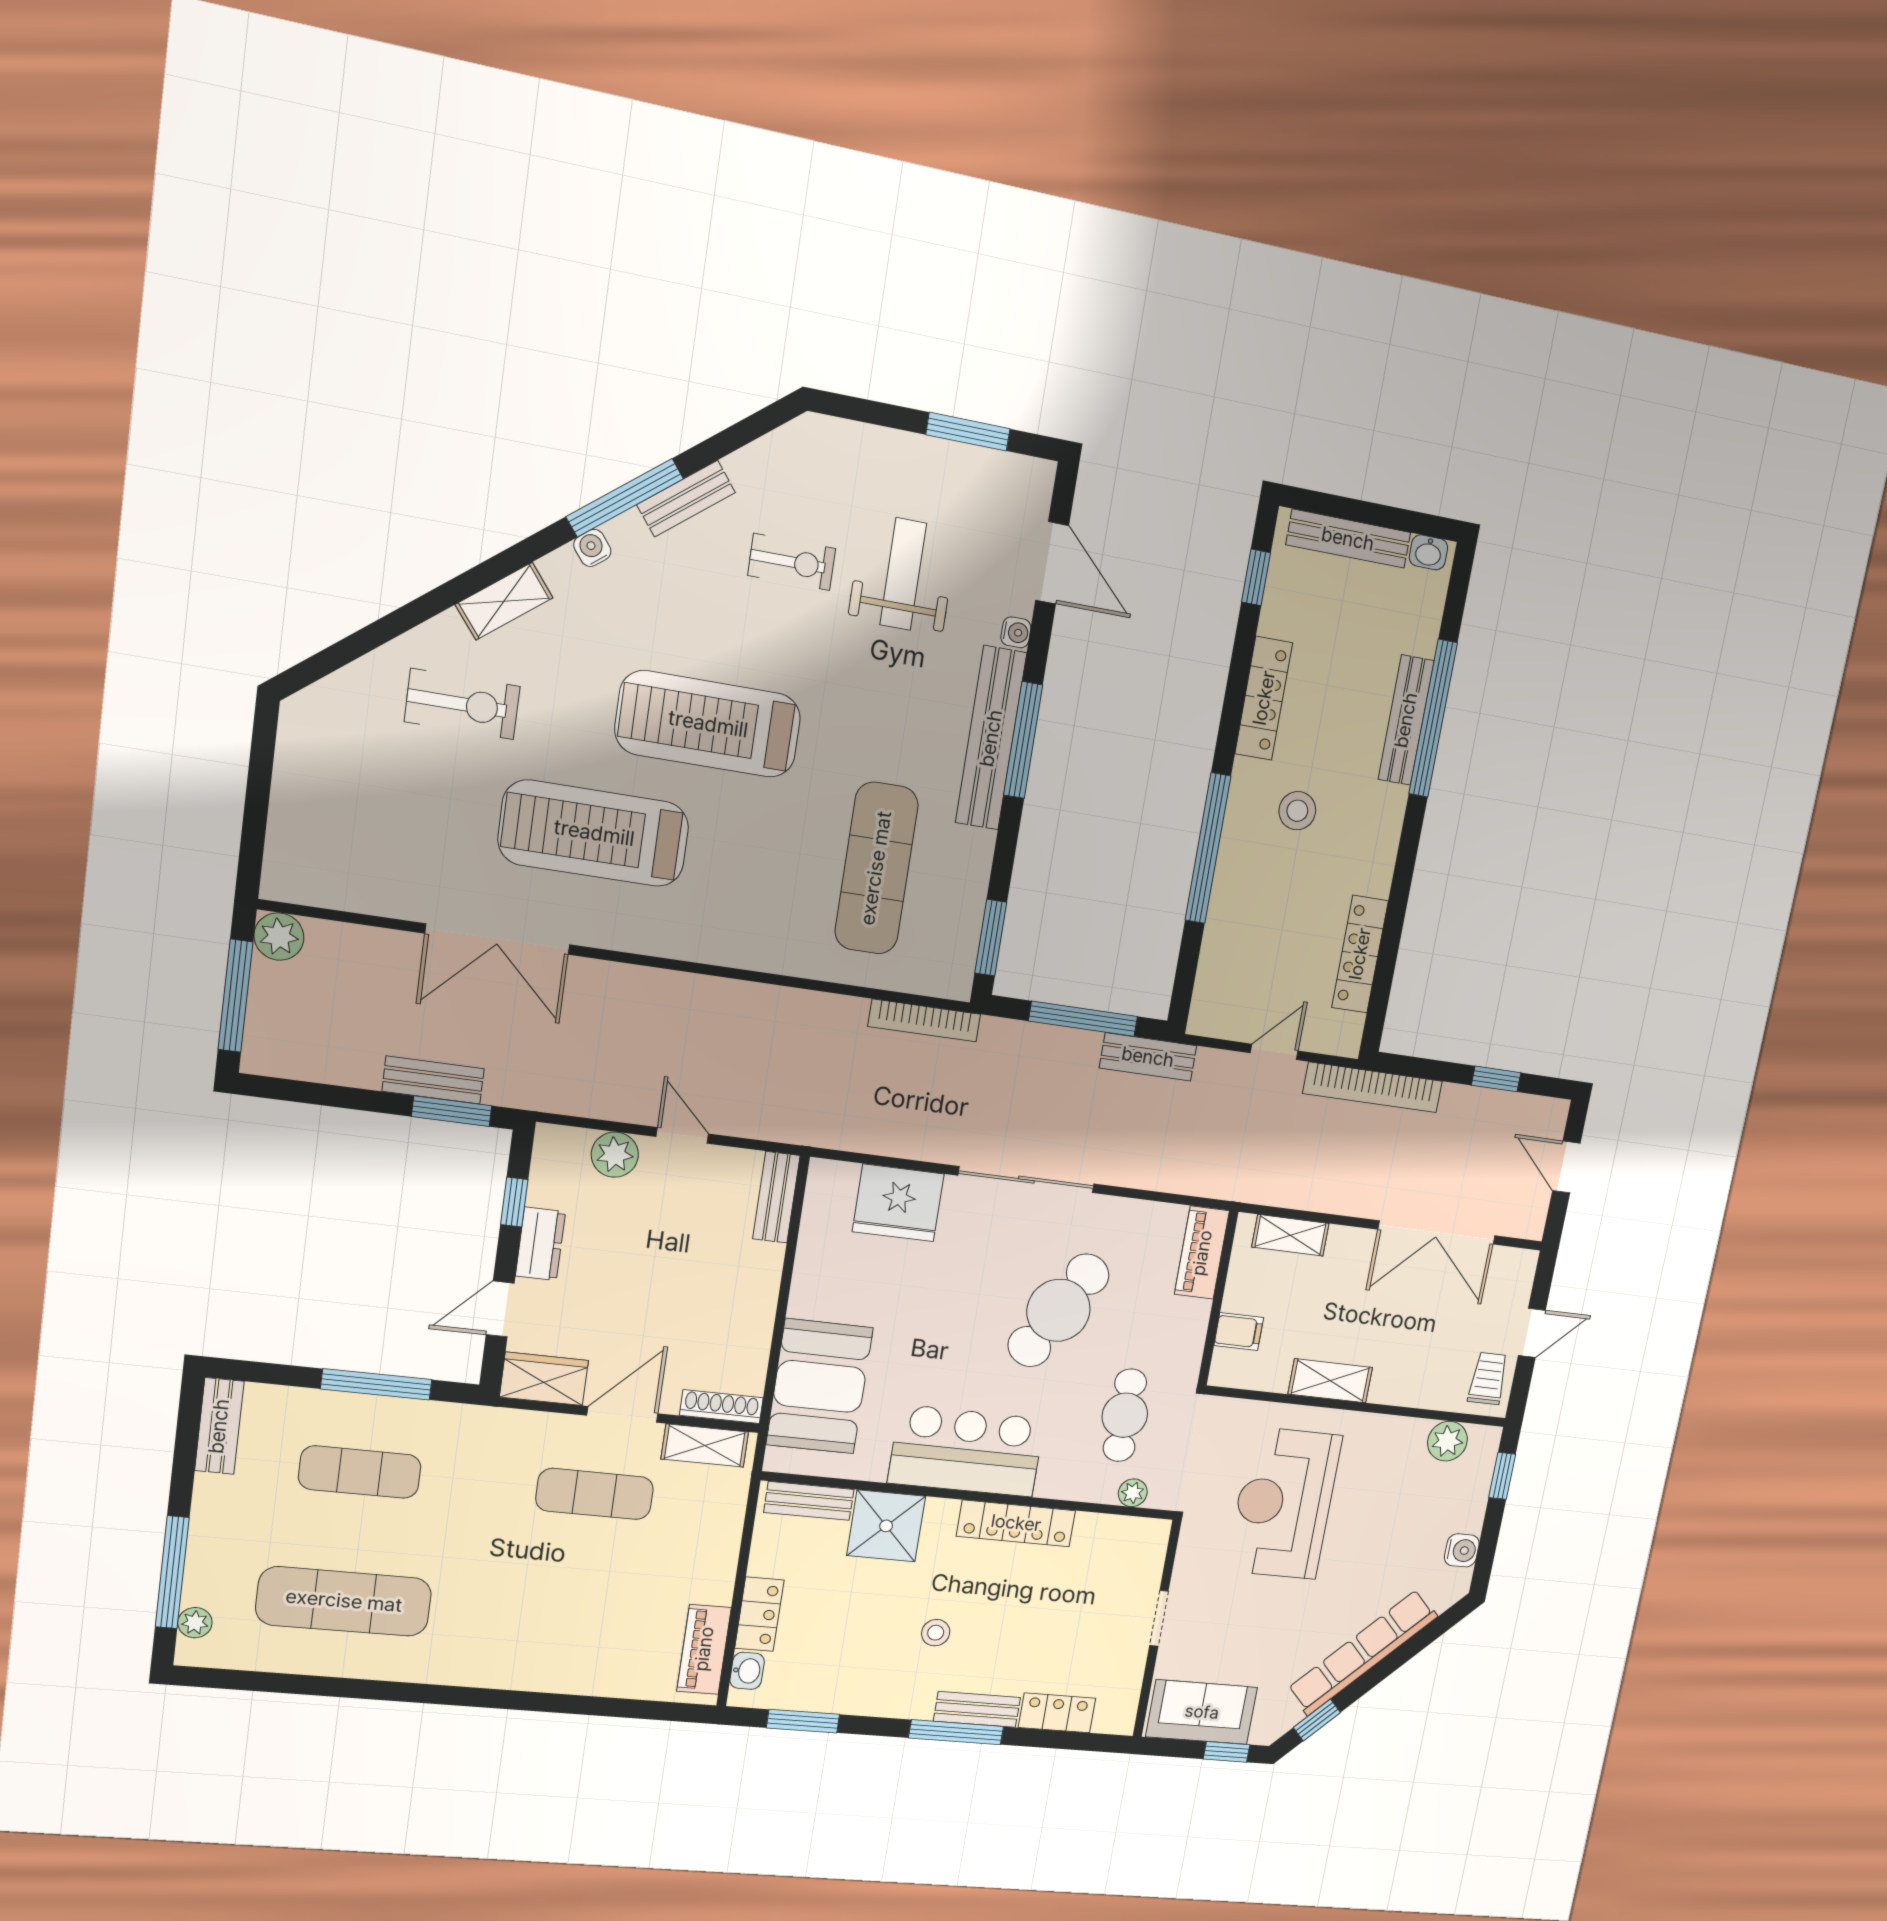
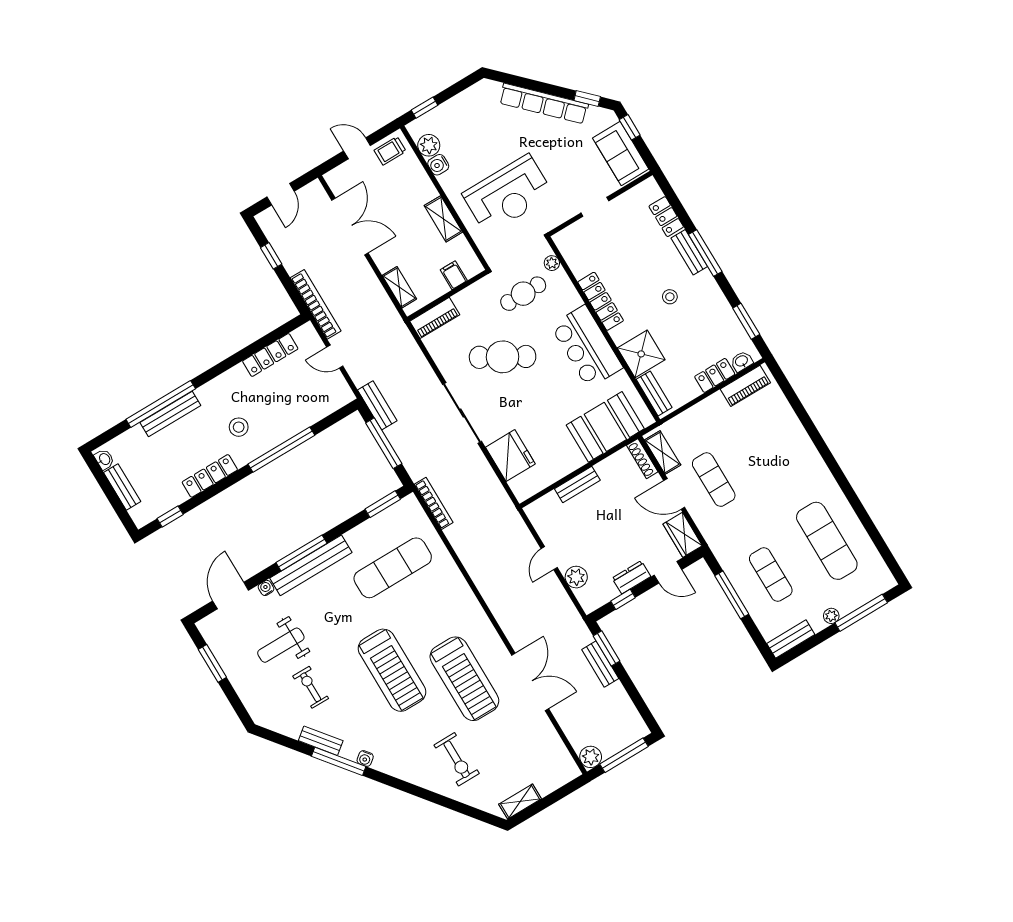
bench: (1348, 539) -> (122, 487), width x0.73
shelving: (504, 601) -> (520, 802), moved, turned -52
exercise bike: (462, 704) -> (457, 759), turned 180
bench: (776, 1197) -> (577, 484), moved
water cooler: (1462, 1550) -> (438, 165), moved, turned -90
plant: (195, 1623) -> (831, 616), moved

